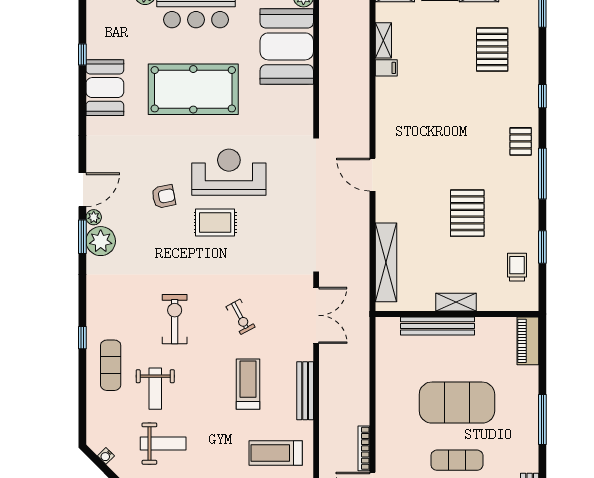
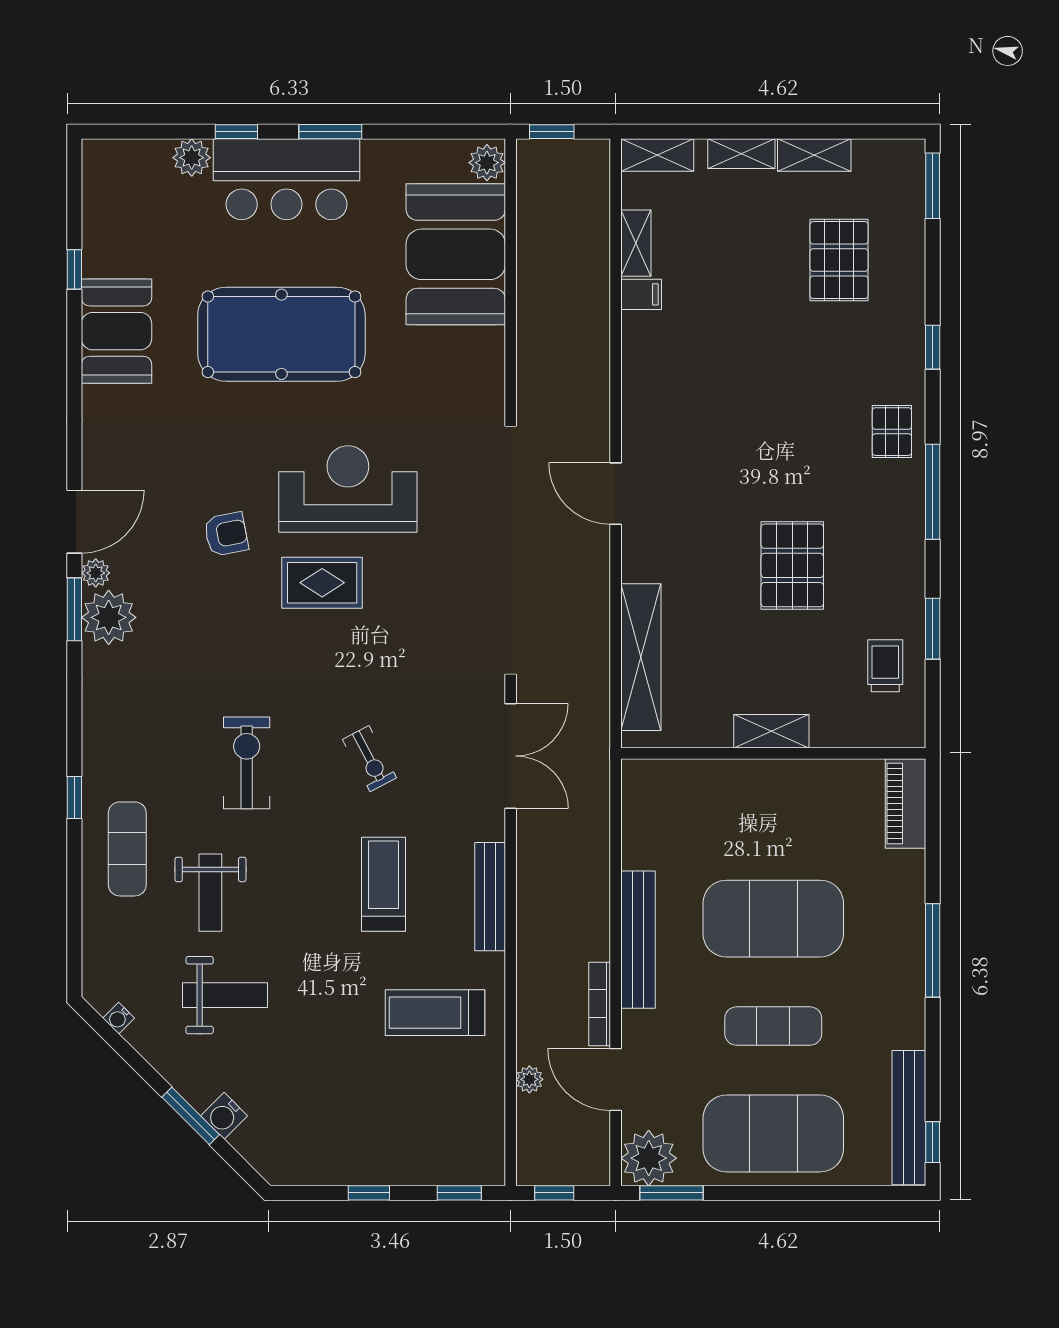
bench: (437, 326) -> (638, 940), moved, turned 90

